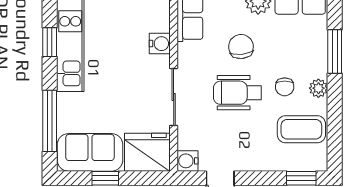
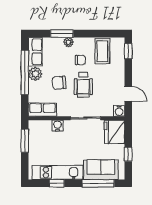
plant: (318, 88) -> (68, 42), moved
sofa: (90, 152) -> (101, 170), moved, turned 90

